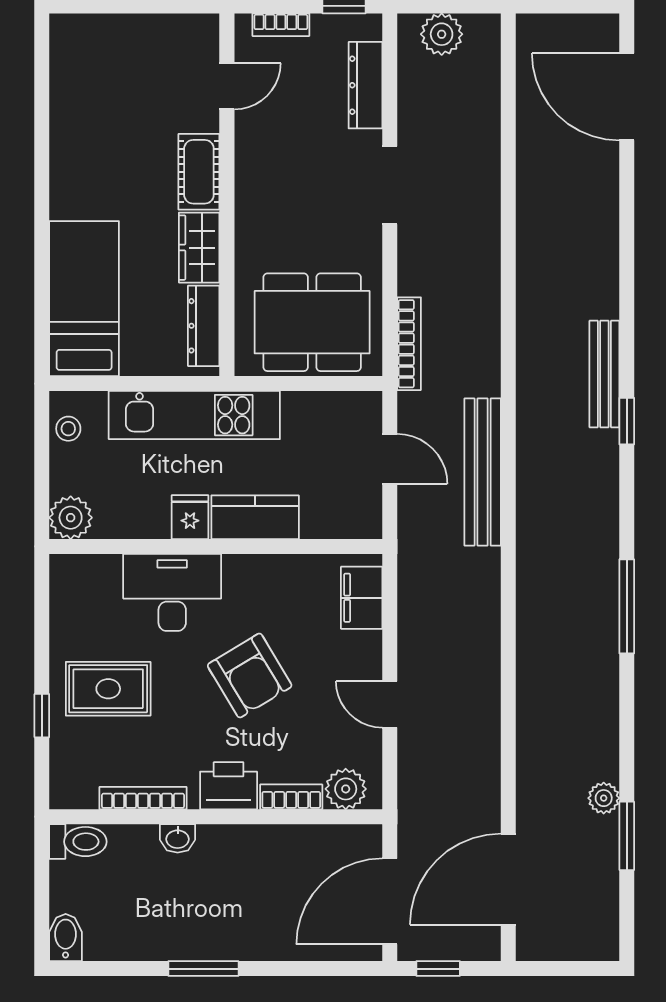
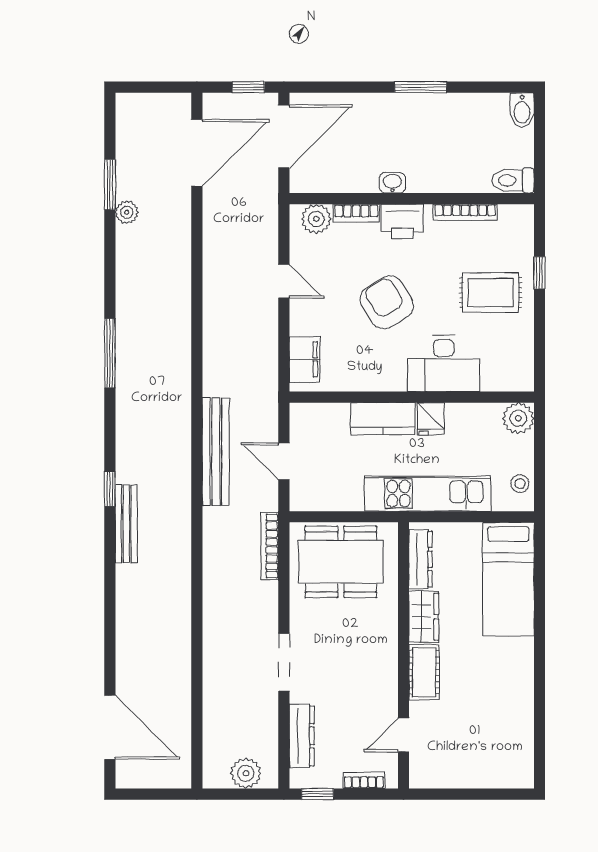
washbasin: (178, 838) -> (392, 183), moved

